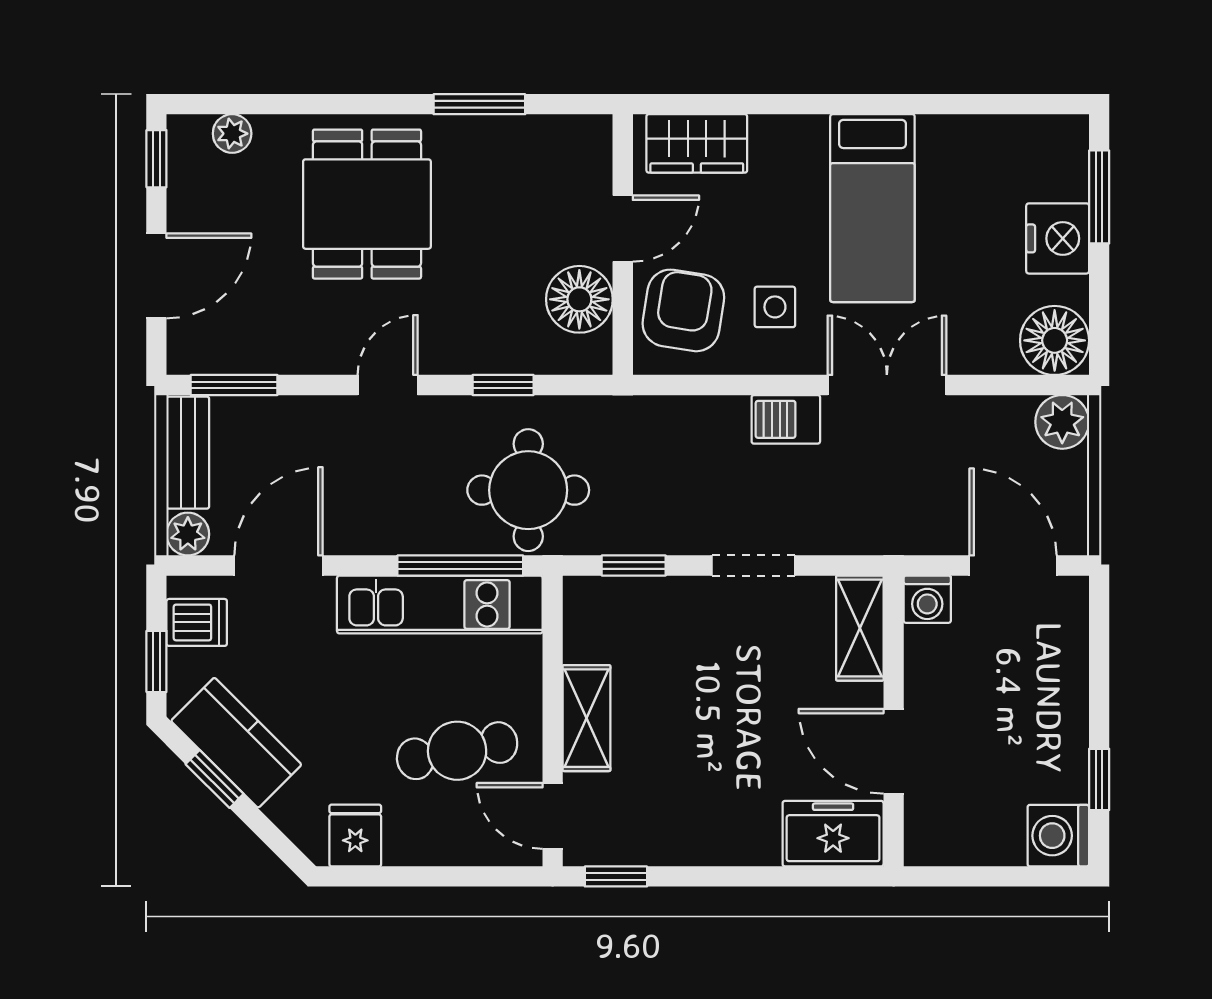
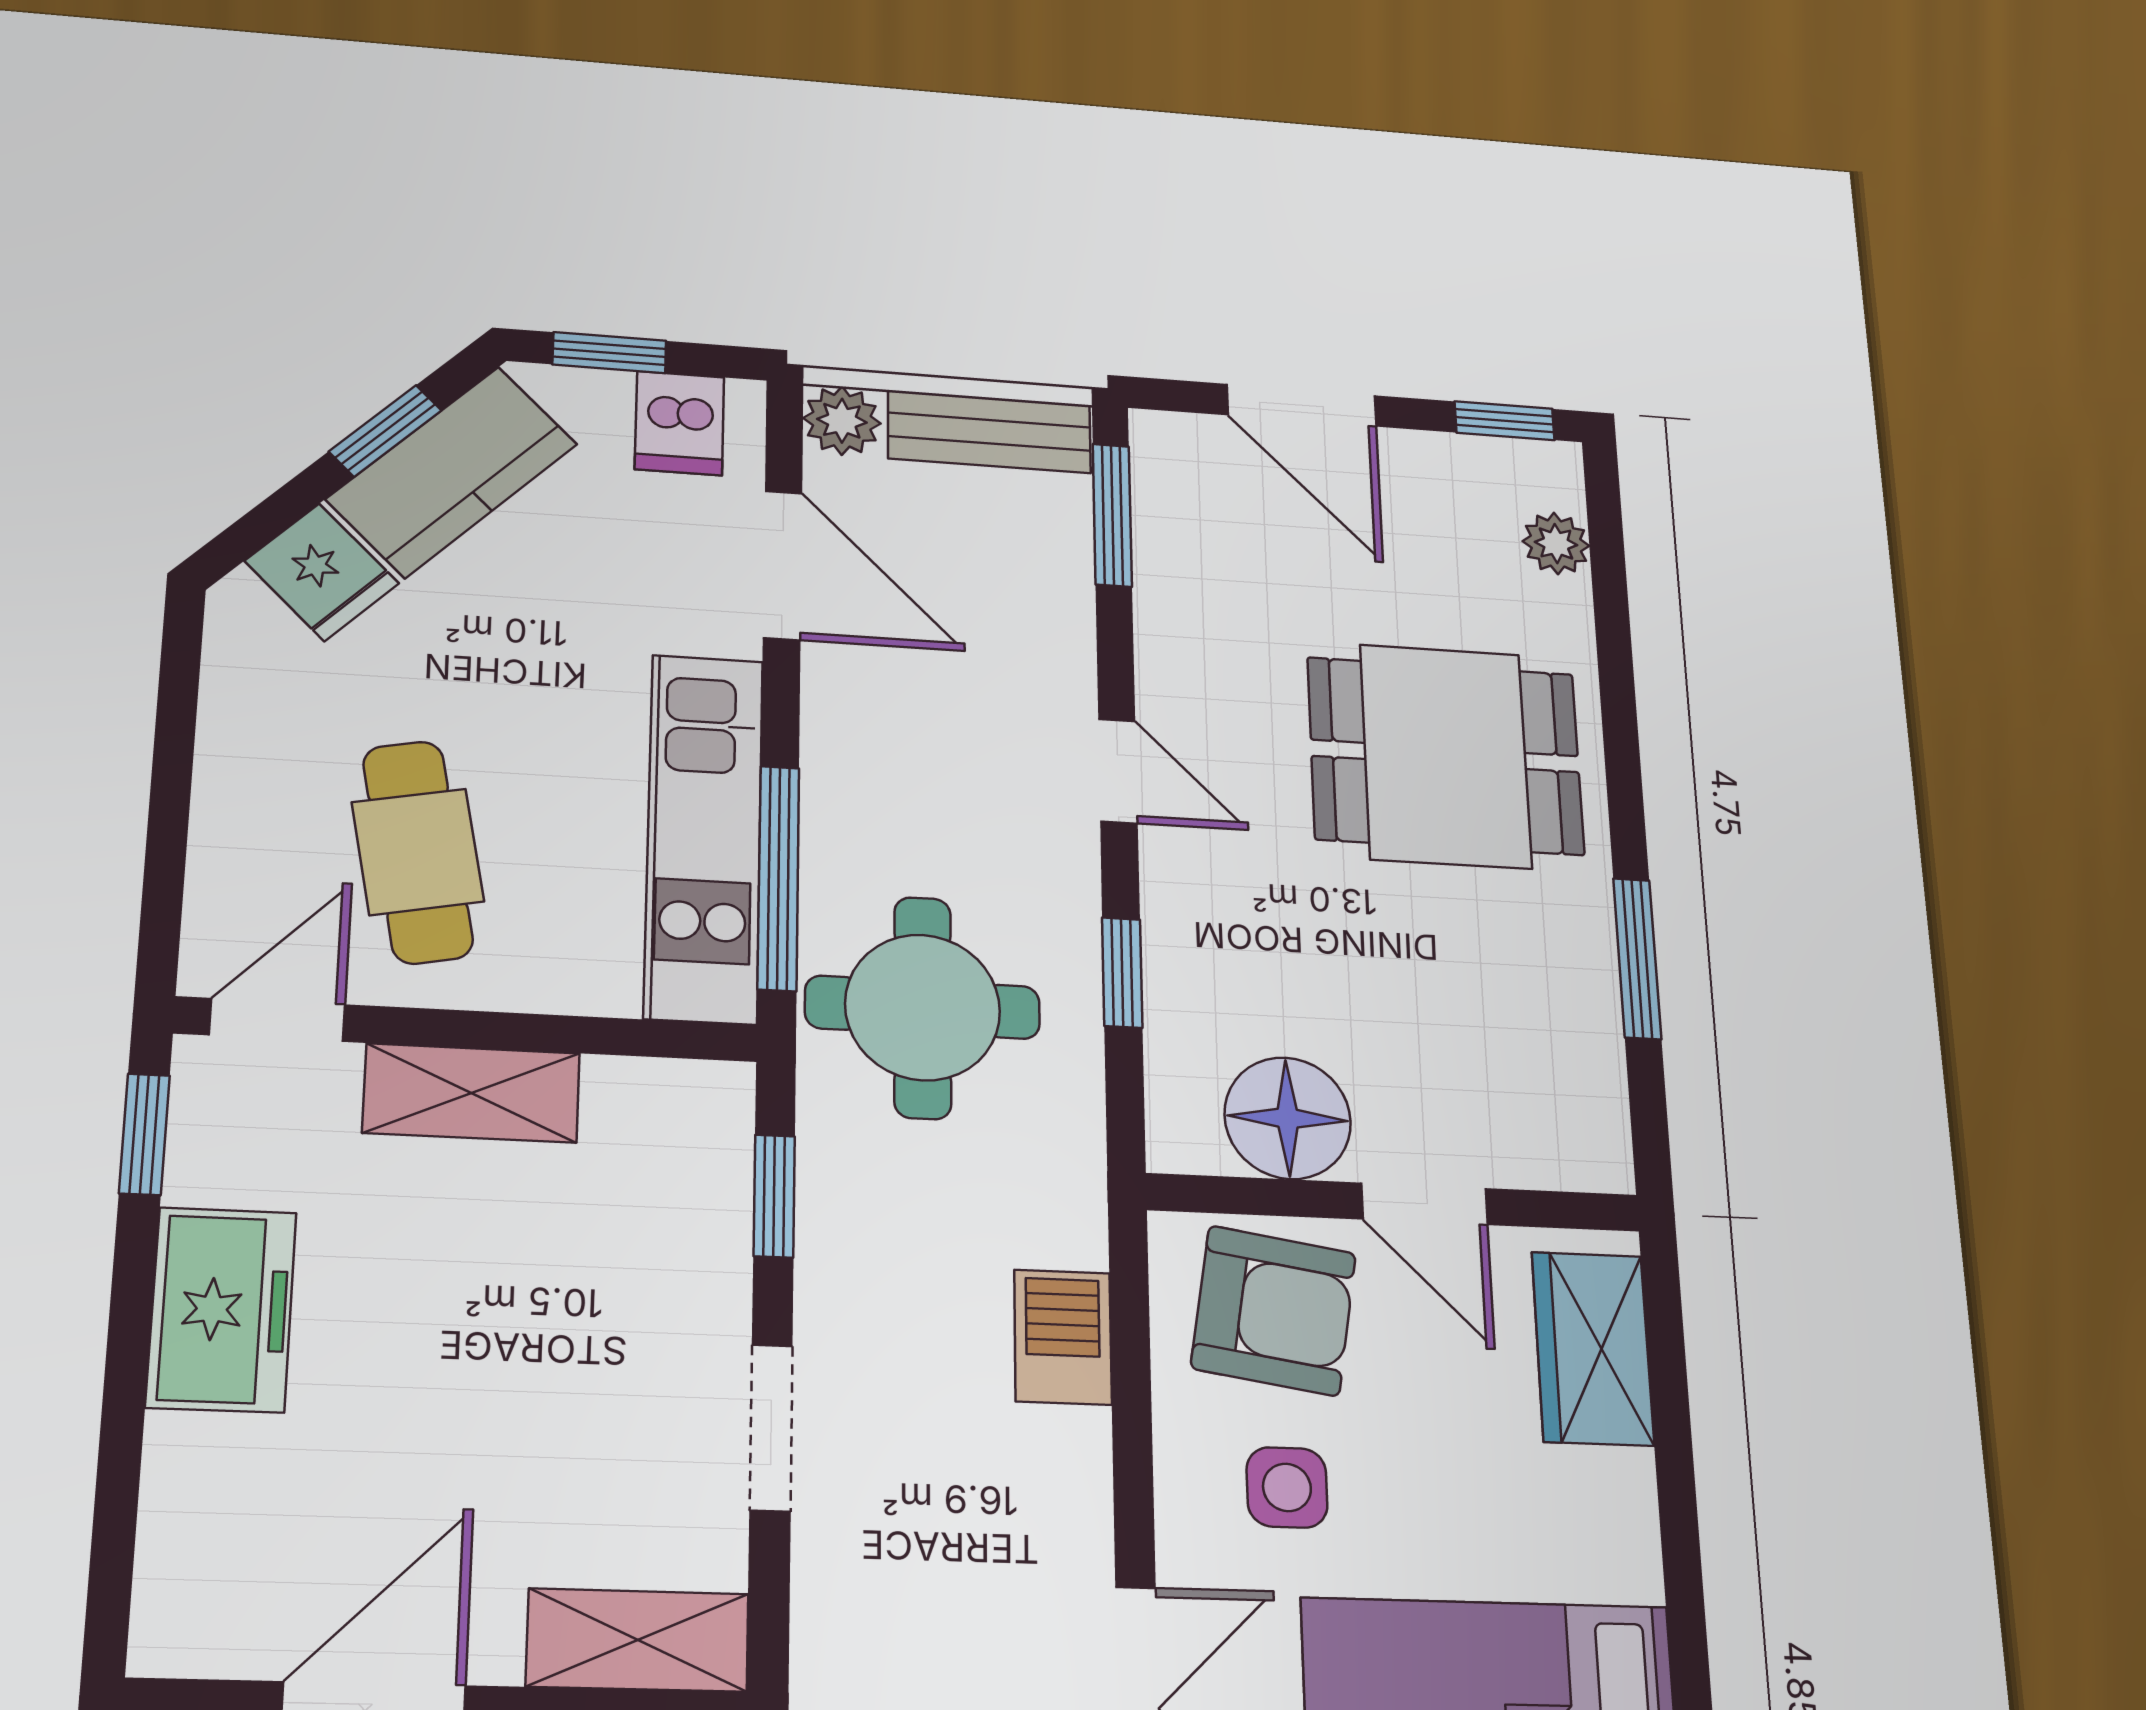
barbecue: (786, 419) -> (1063, 1337), moved
freezer: (833, 834) -> (222, 1309), moved
fridge: (355, 835) -> (322, 572), moved, turned 45

